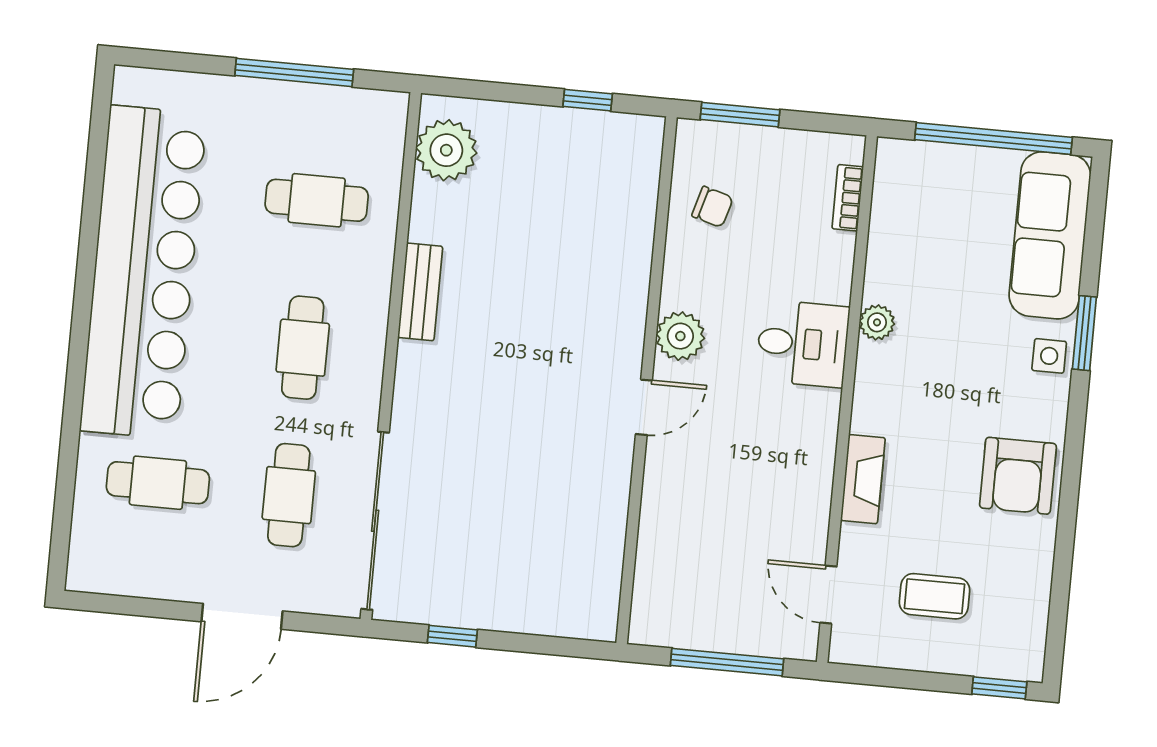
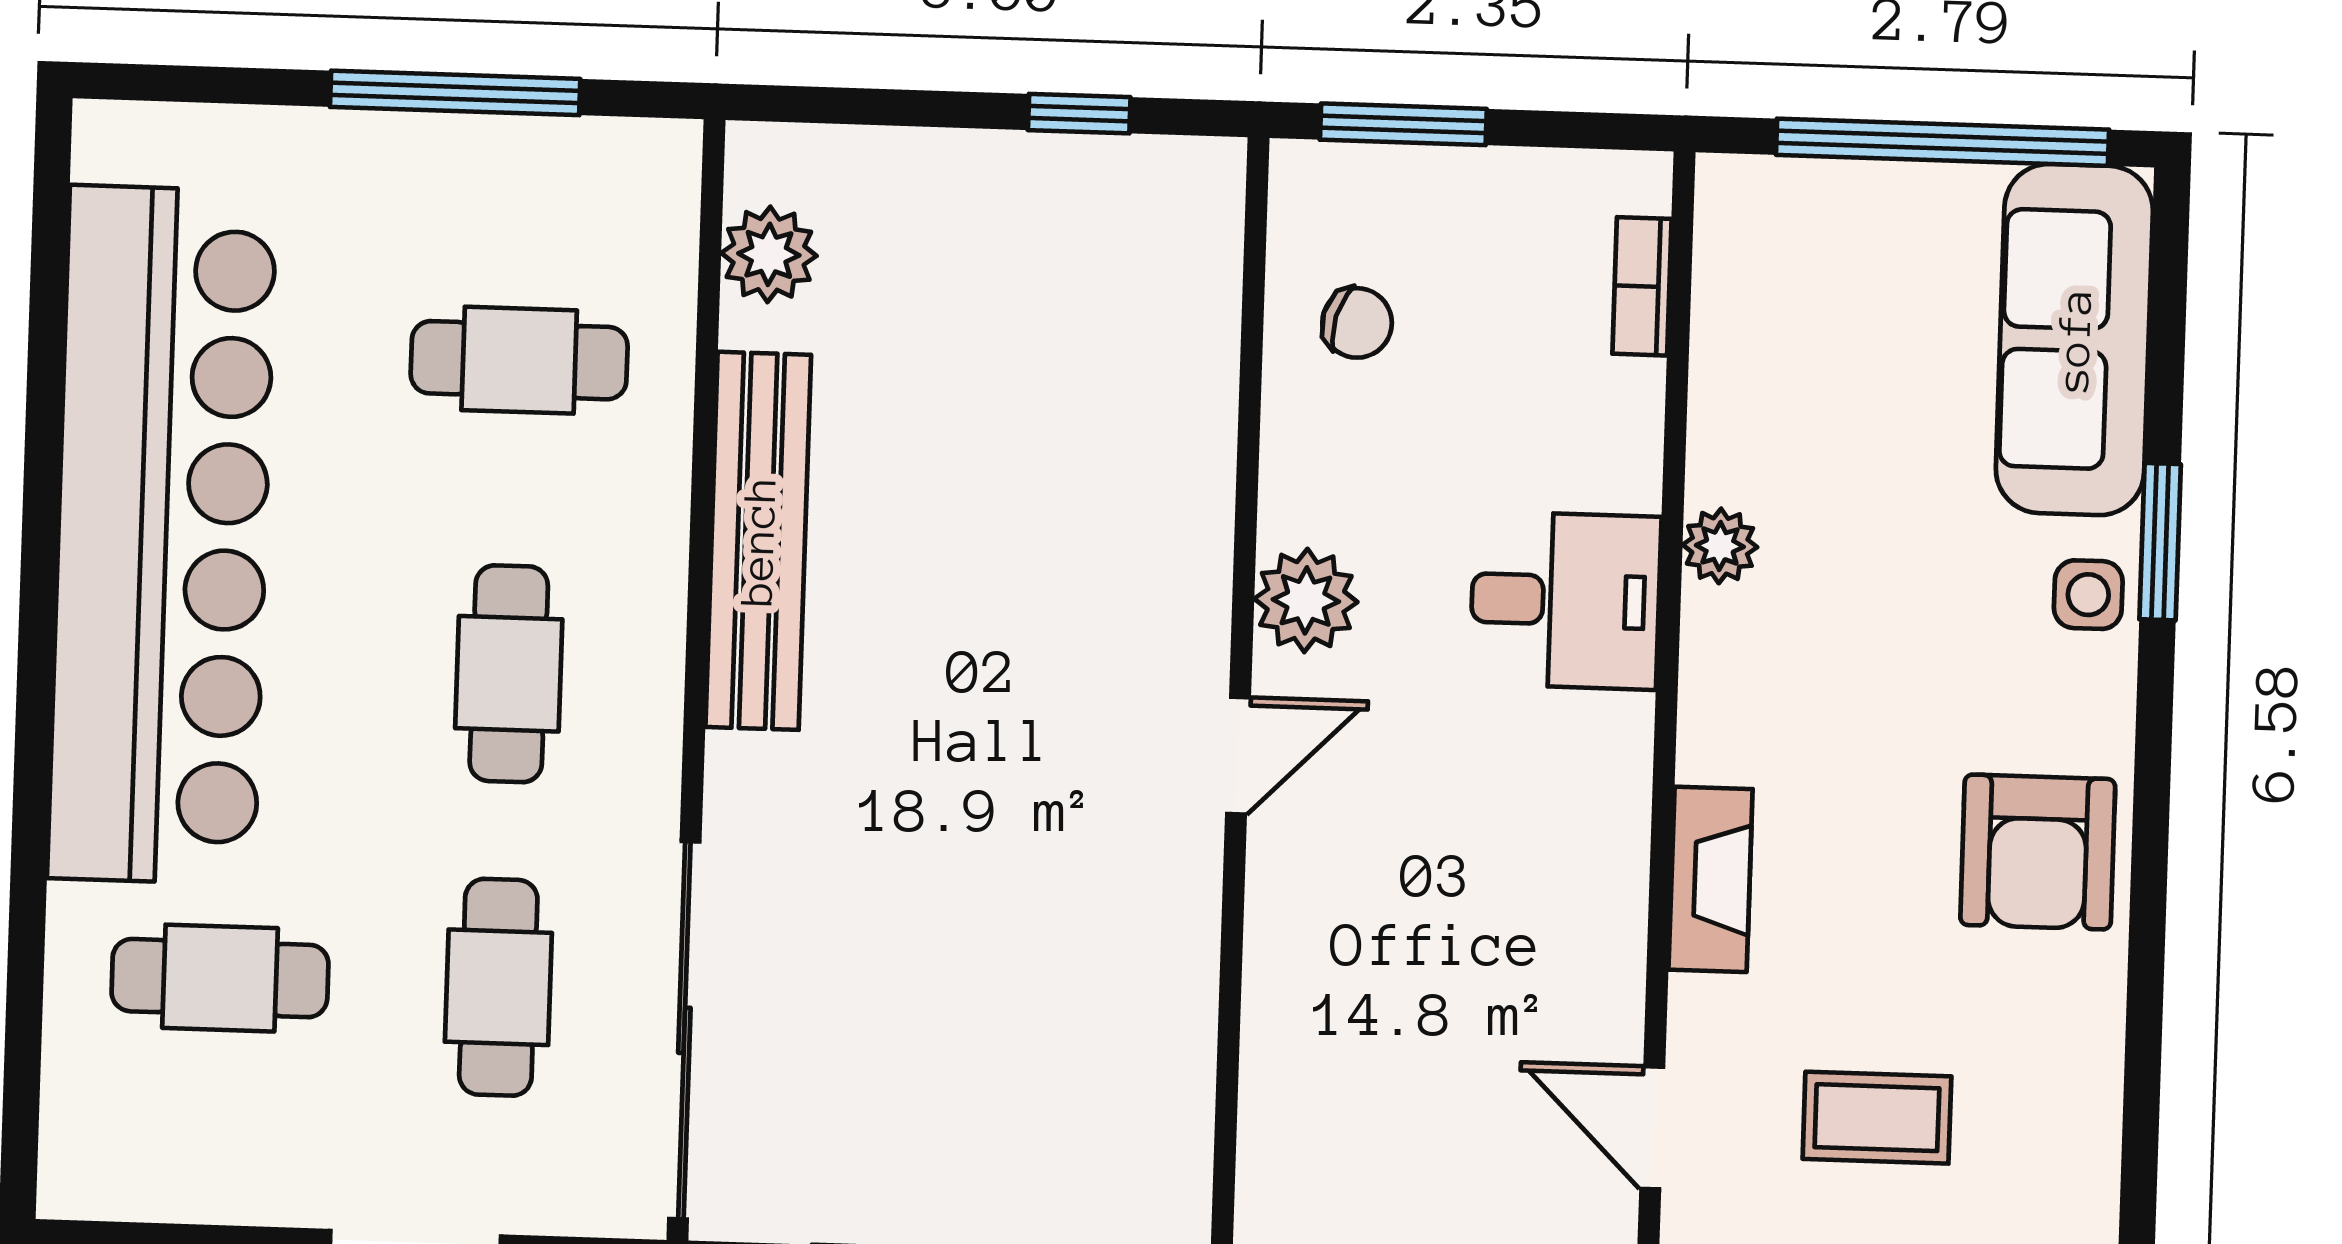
plant: (446, 150) -> (769, 254), width x0.73, depth x0.73
bench: (420, 292) -> (758, 541), width x1.86, depth x1.21

